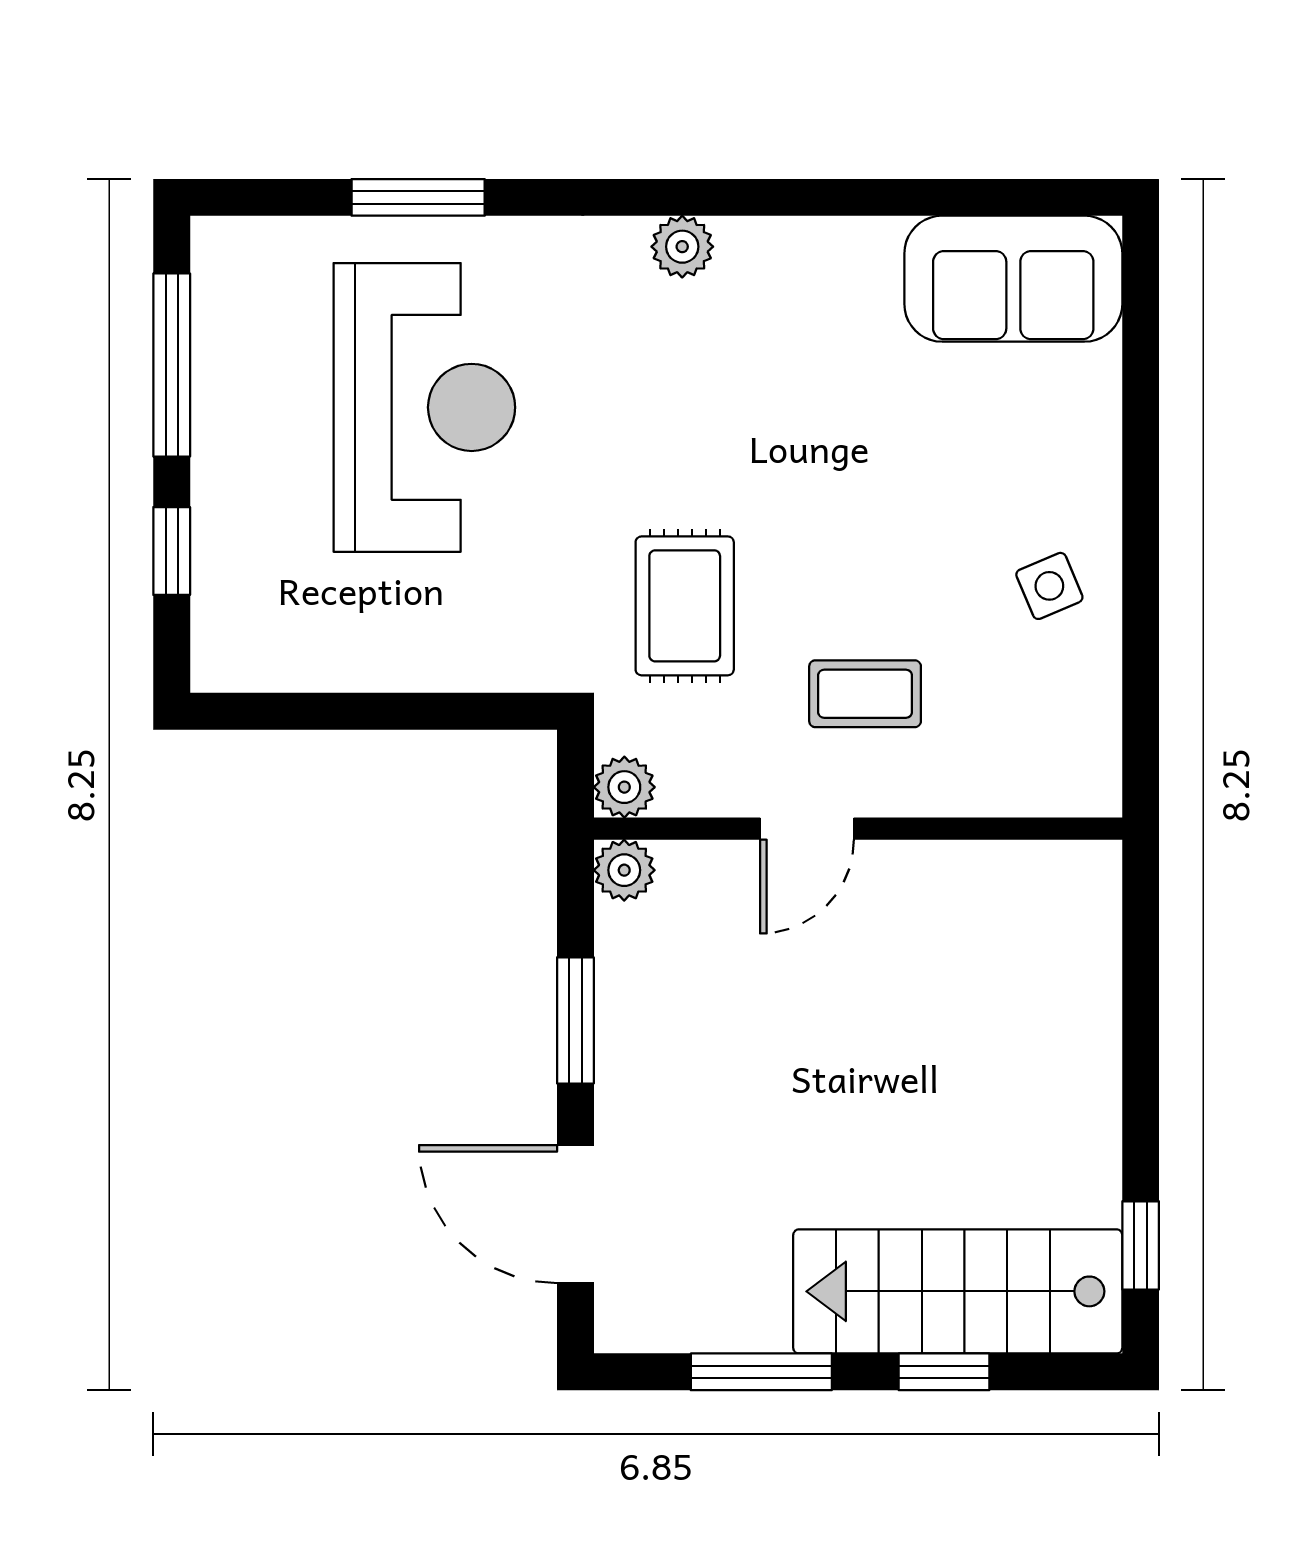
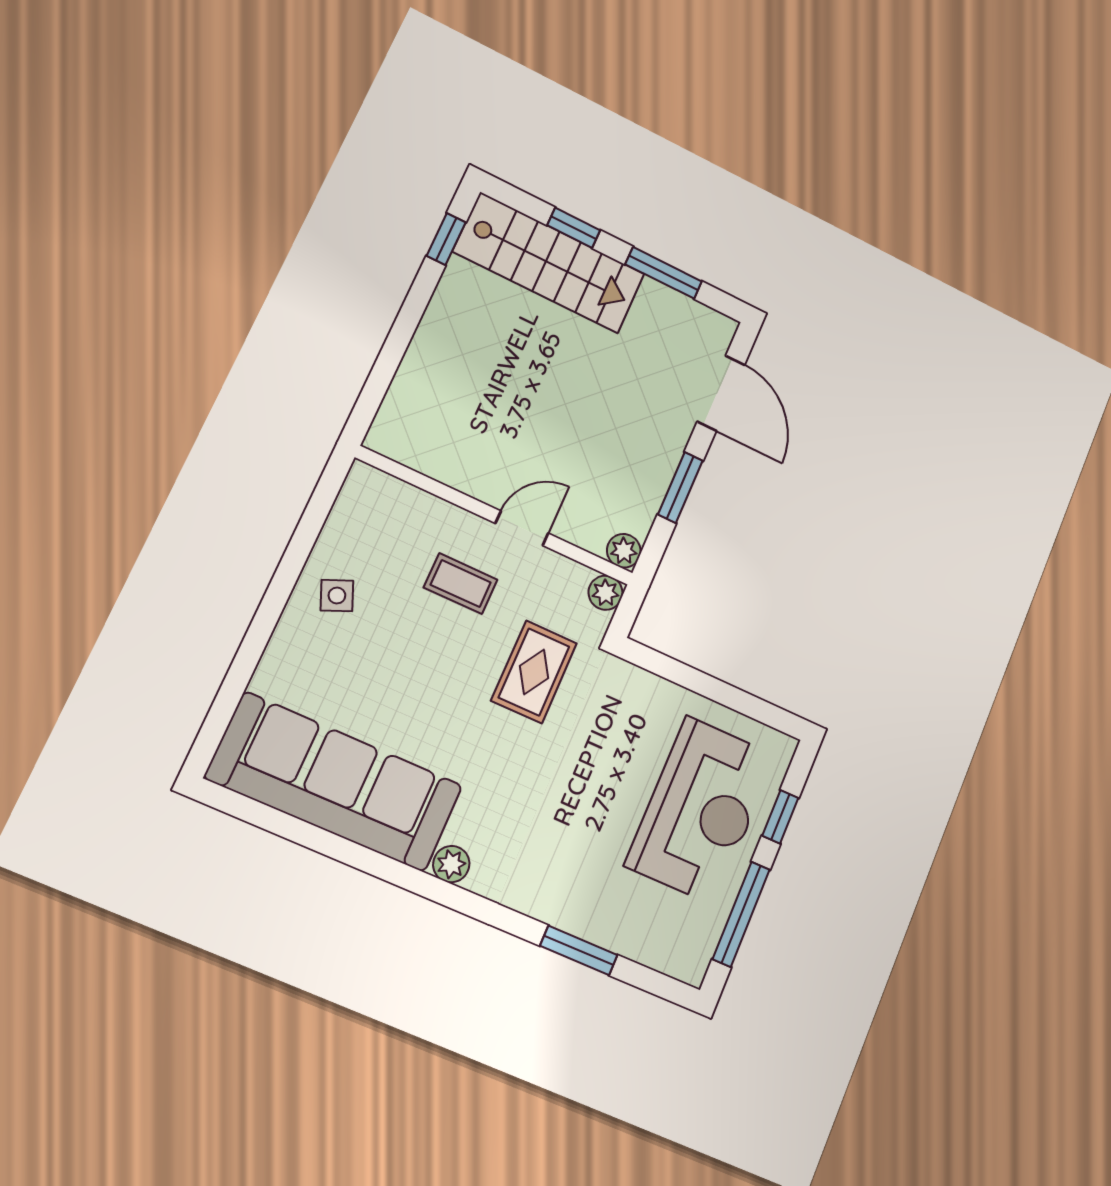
sofa: (1013, 279) -> (335, 782), width x1.85, depth x1.27
reception desk: (424, 407) -> (701, 810), moved, turned 180

